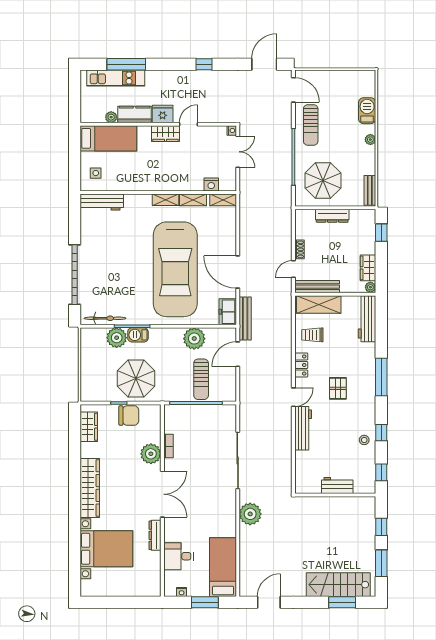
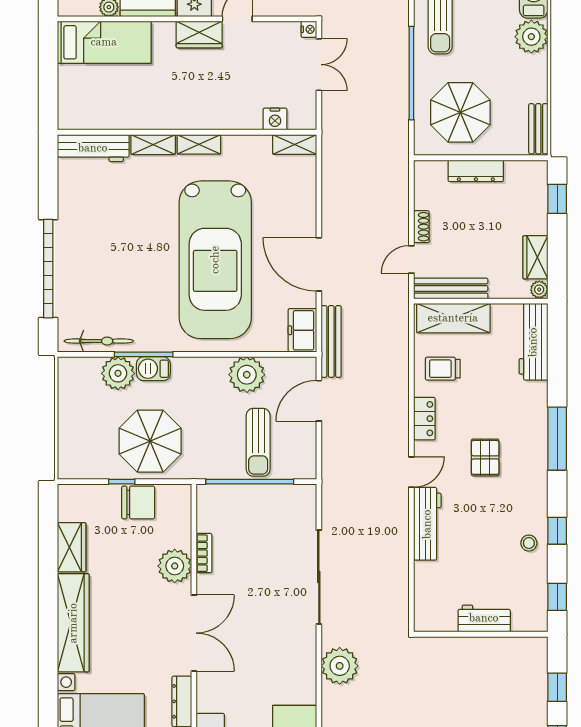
plant: (370, 140) -> (531, 37), width x1.87, depth x1.87
side table: (96, 173) -> (83, 100), removed
shelving: (193, 200) -> (153, 145), moved
wardrobe: (89, 427) -> (72, 547), moved

